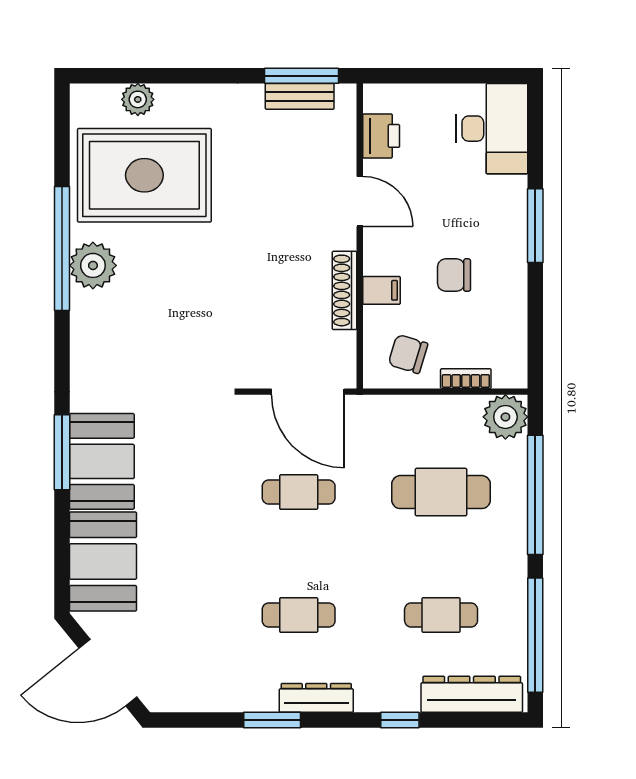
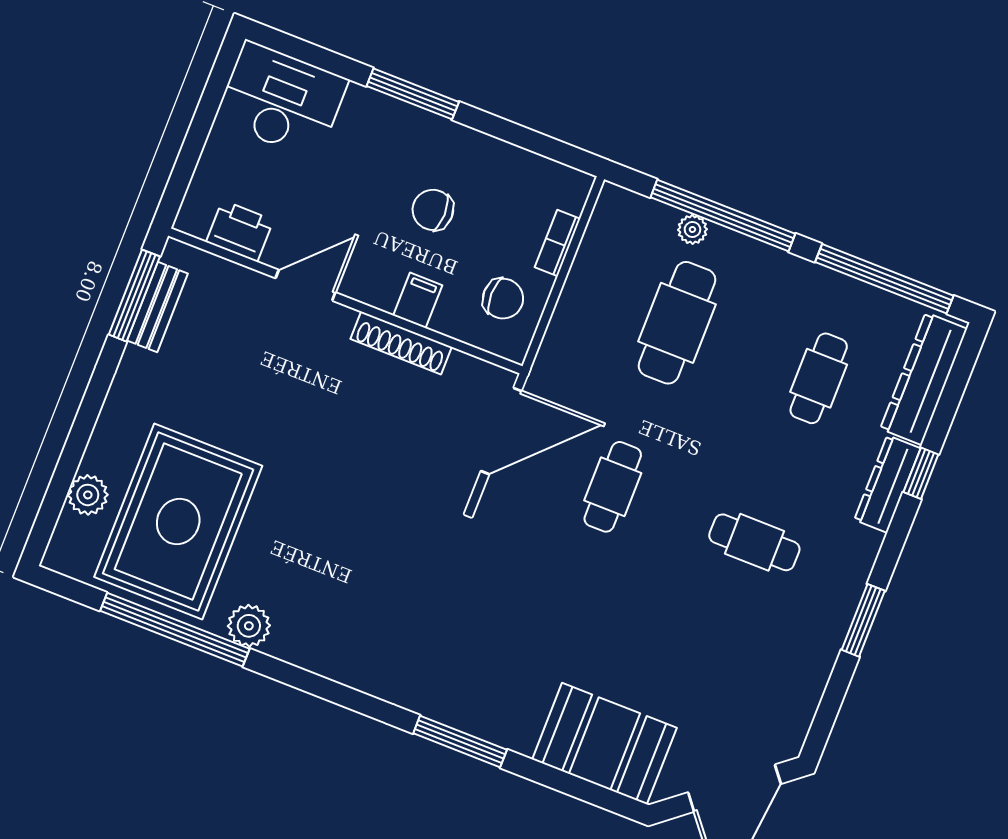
window: (62, 248) -> (175, 630), moved
plant: (93, 265) -> (249, 626), width x0.73, depth x0.73
chair: (454, 275) -> (433, 210), turned 90
chair: (408, 354) -> (503, 299), turned -107
plant: (505, 417) -> (692, 229), moved, width x0.53, depth x0.53
booth: (102, 461) -> (489, 700), removed
cafe table: (299, 615) -> (754, 542), turned 90
dresser: (316, 698) -> (887, 484), moved

